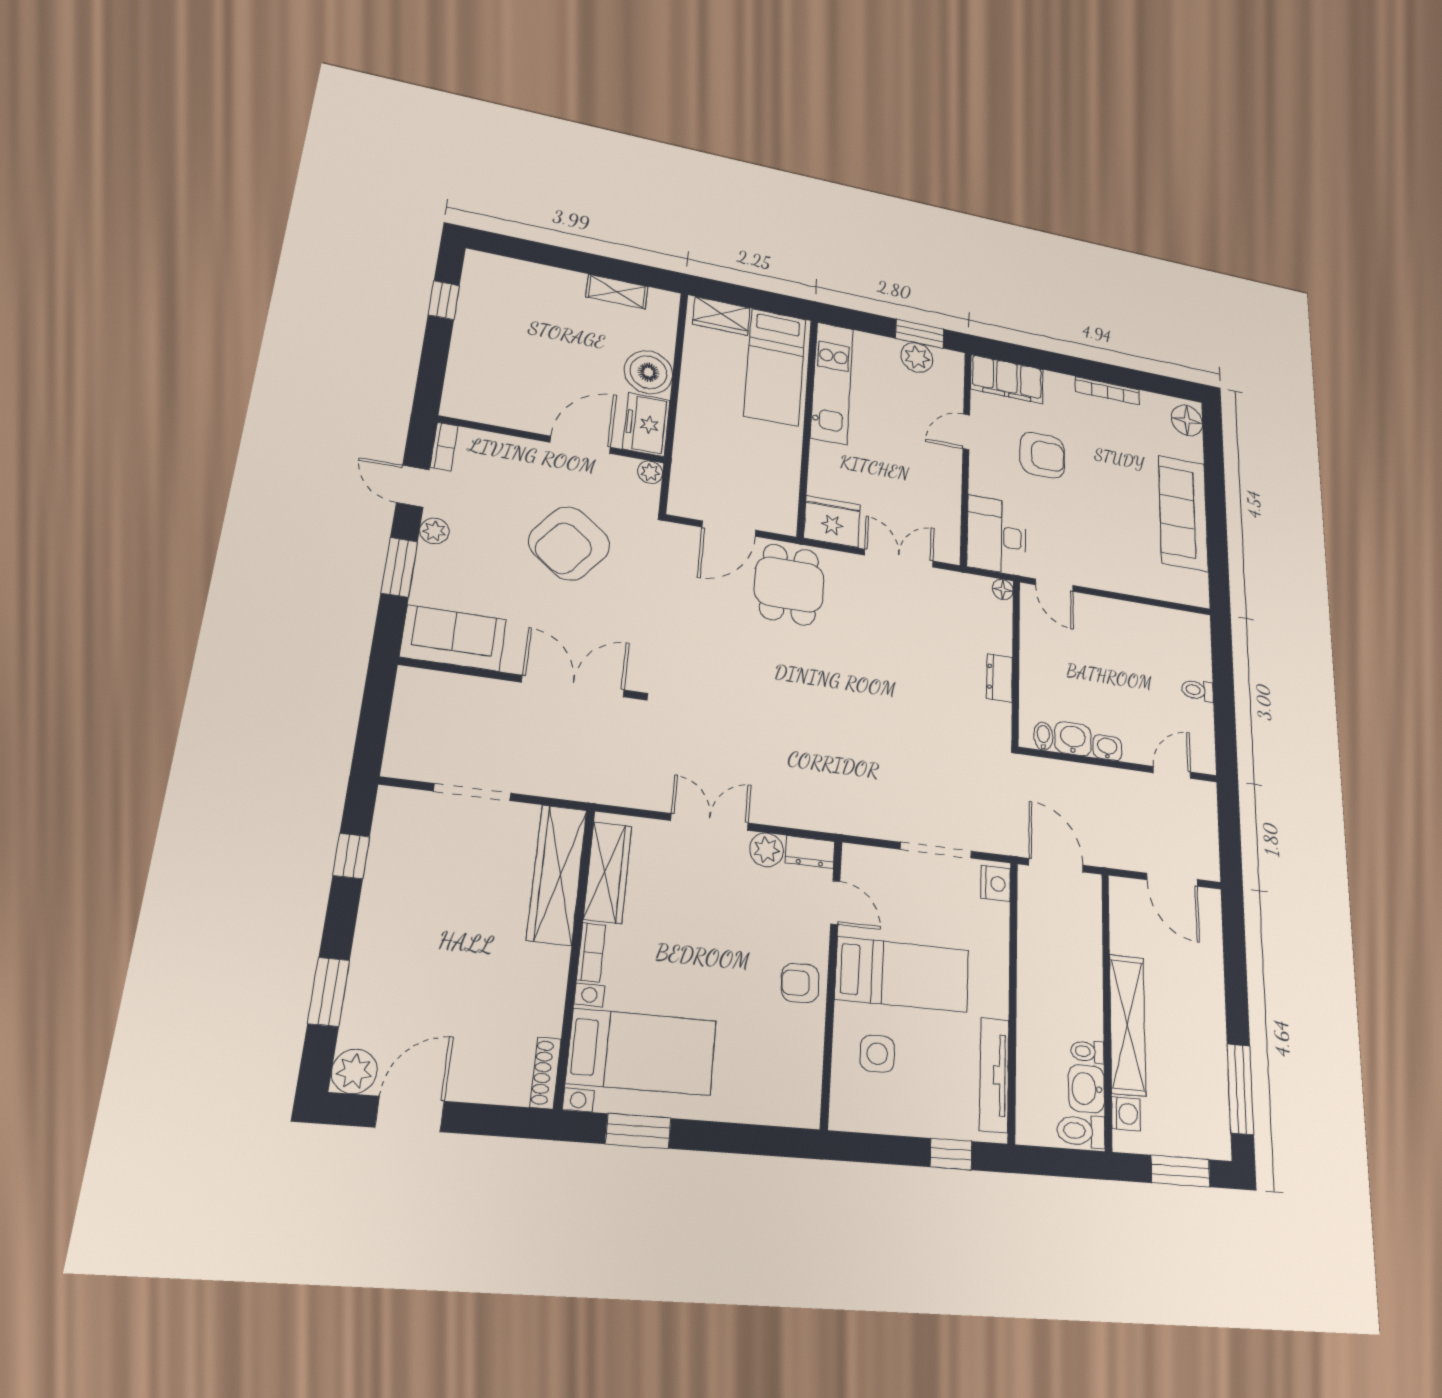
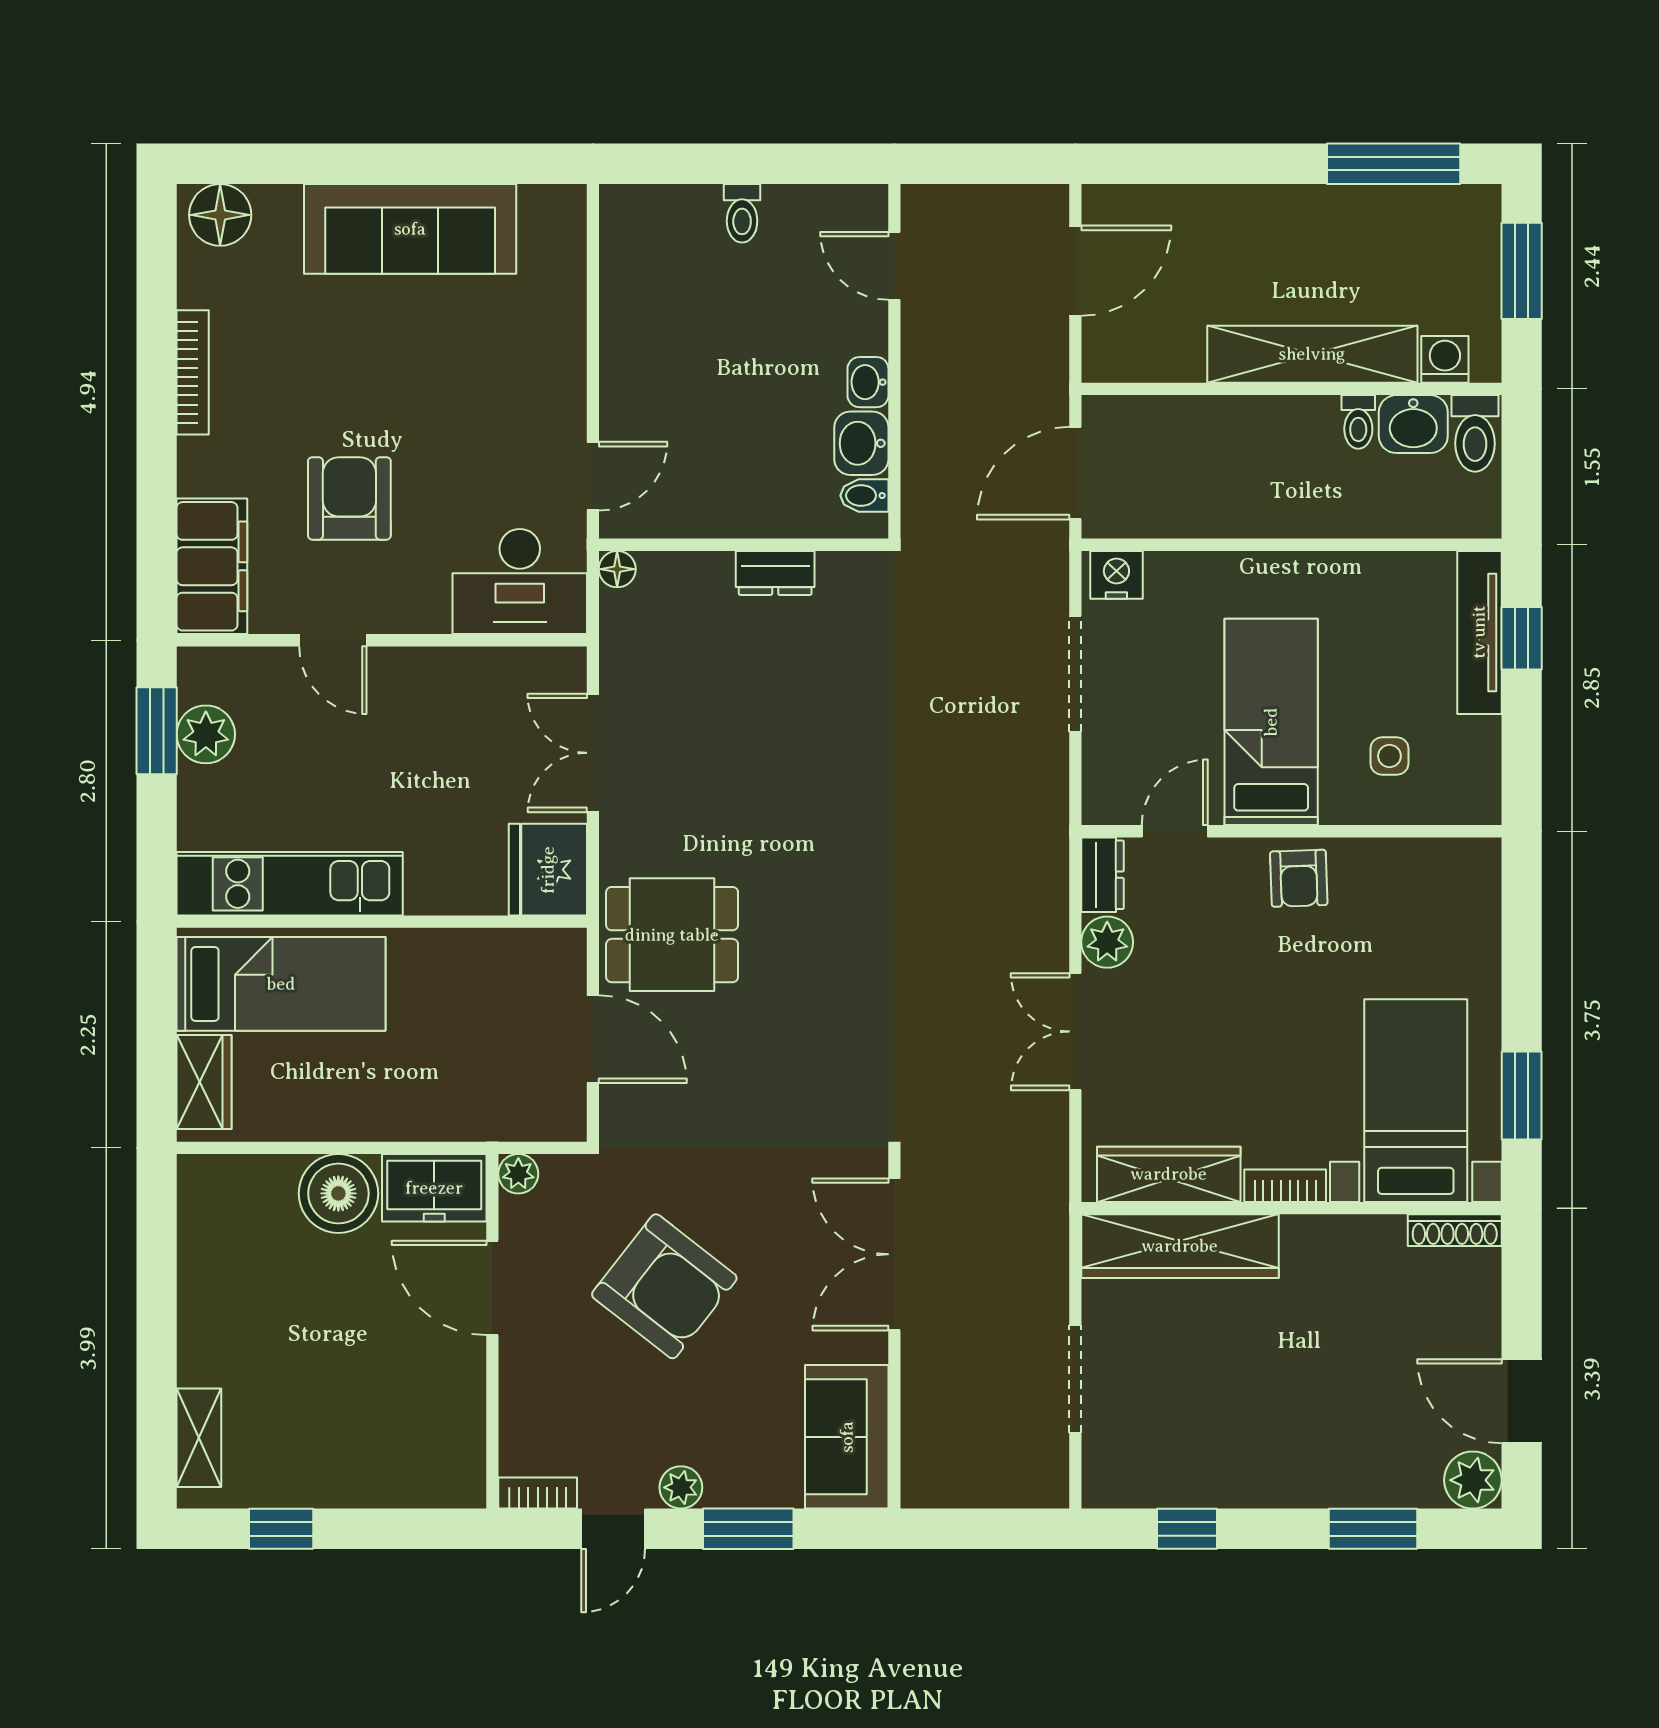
shelving: (617, 292) -> (199, 1438), moved
side table: (877, 1054) -> (1389, 756), width x0.73, depth x0.73
tv unit: (994, 1075) -> (1479, 632), moved, turned 90

